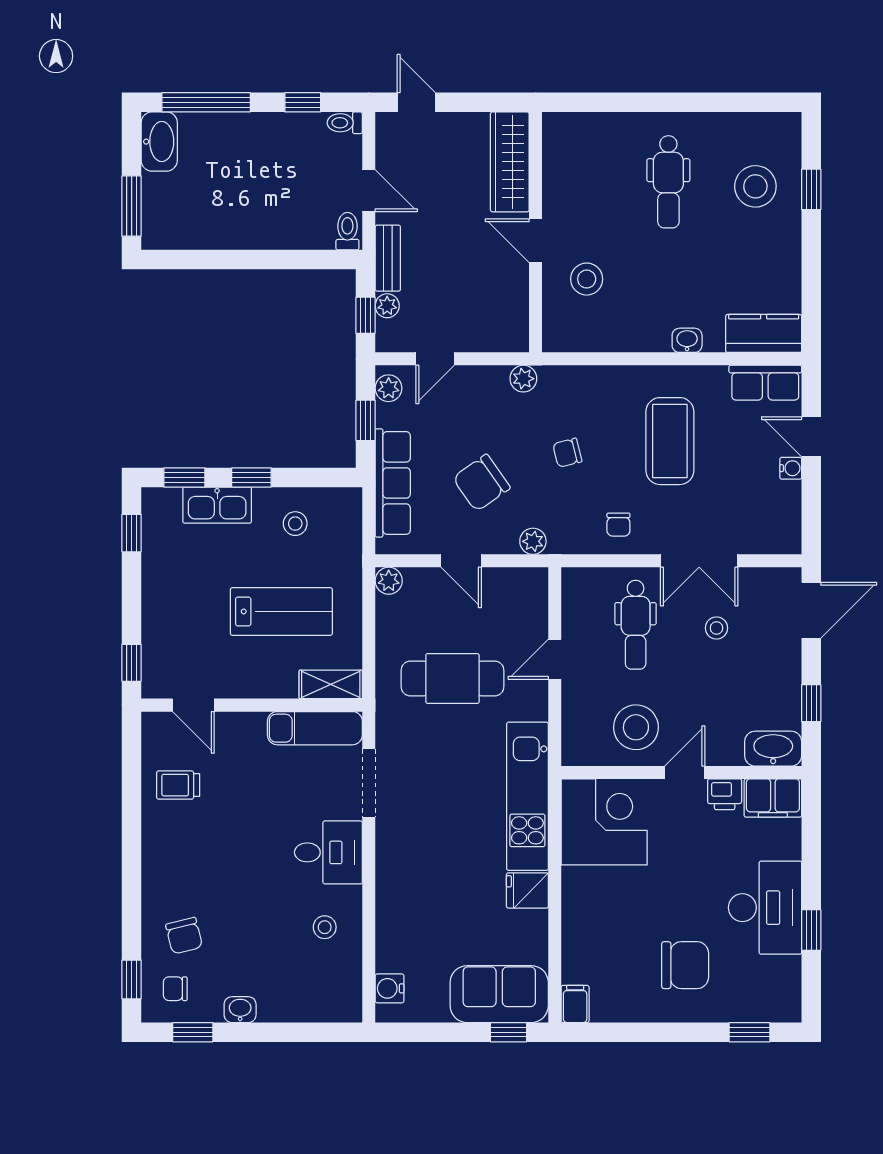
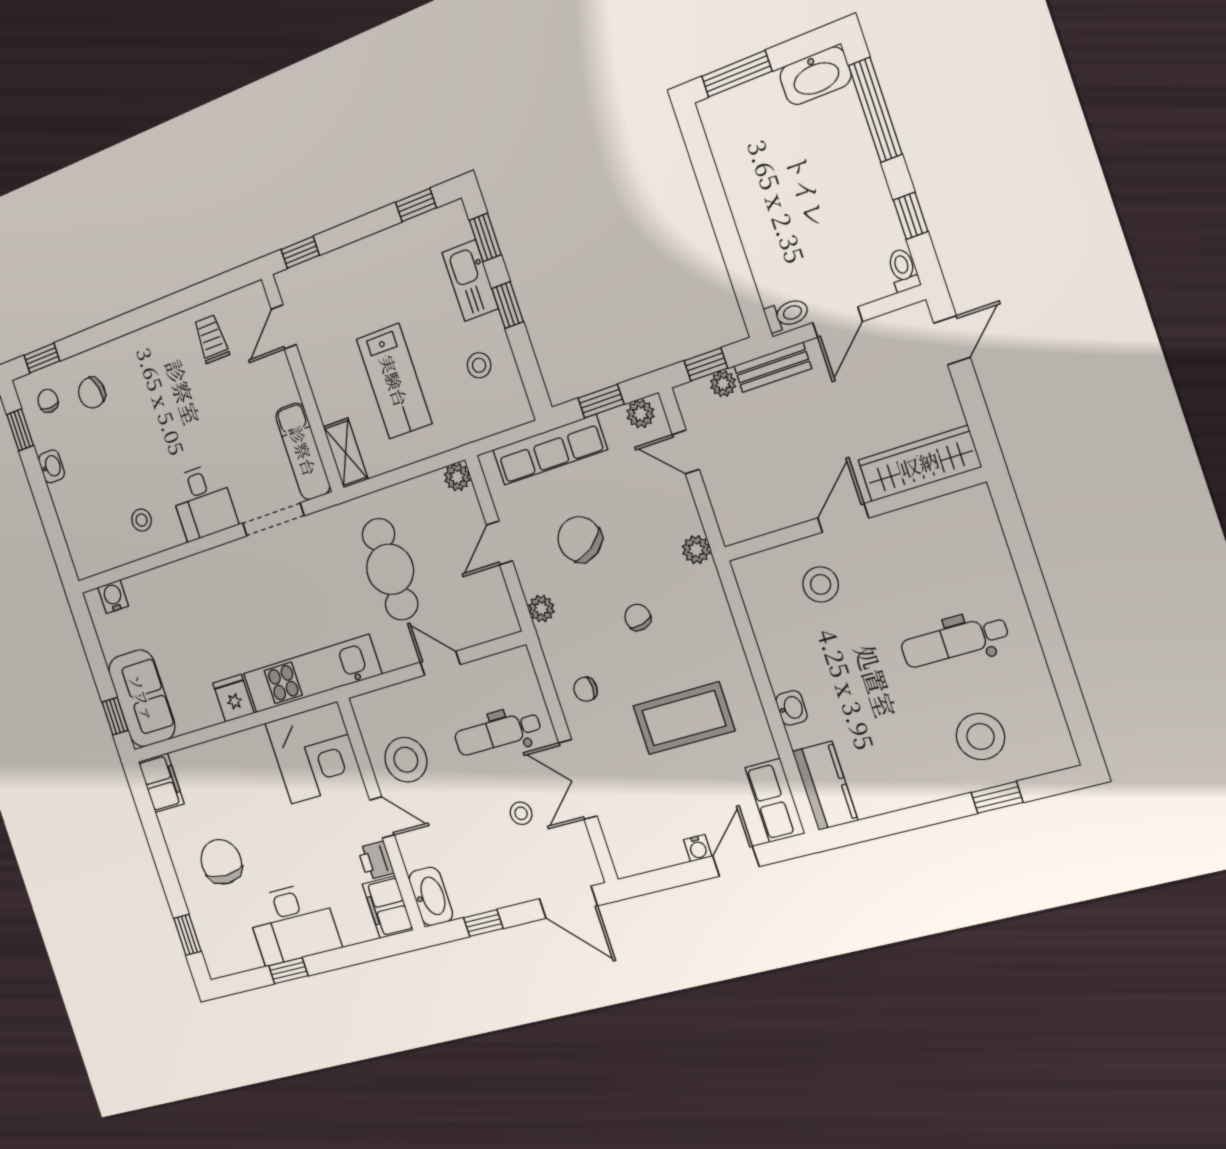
chair: (685, 965) -> (221, 862), turned 180
filing cabinet: (575, 1004) -> (161, 783), width x2.00

